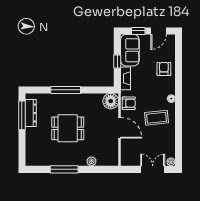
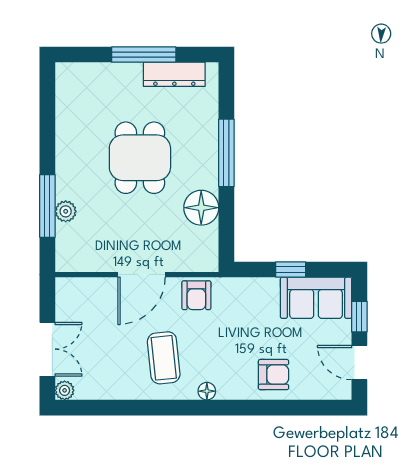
fireplace: (126, 78) -> (253, 288), removed
floor lamp: (111, 101) -> (201, 208), moved
window: (22, 115) -> (144, 55), moved
window: (64, 169) -> (47, 206), moved

